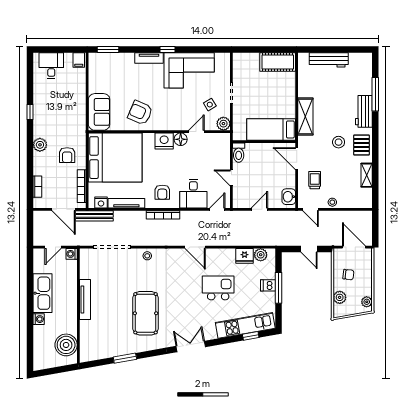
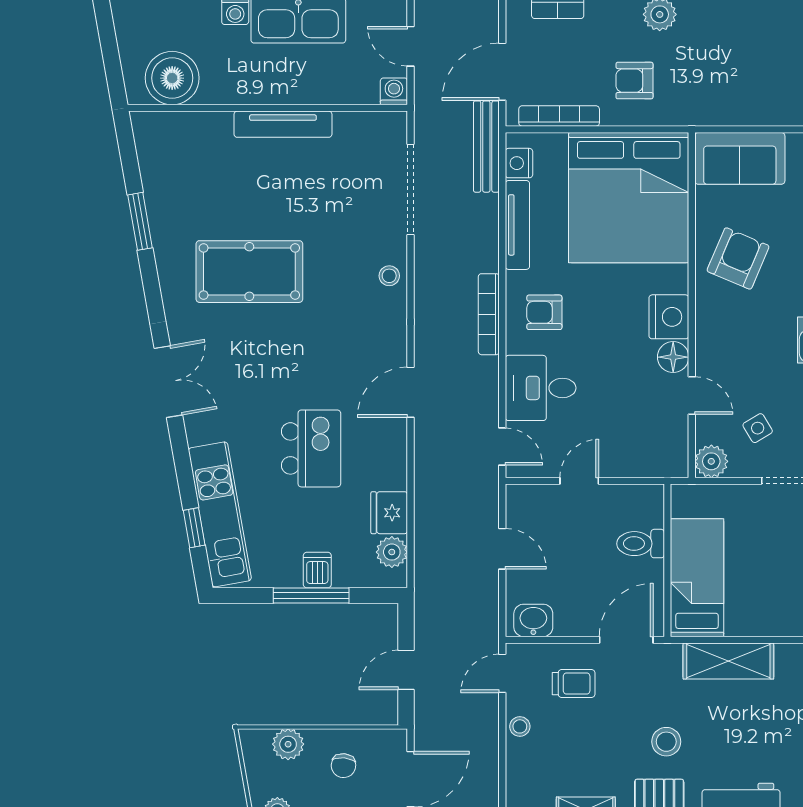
toilet: (239, 153) -> (641, 544), moved

